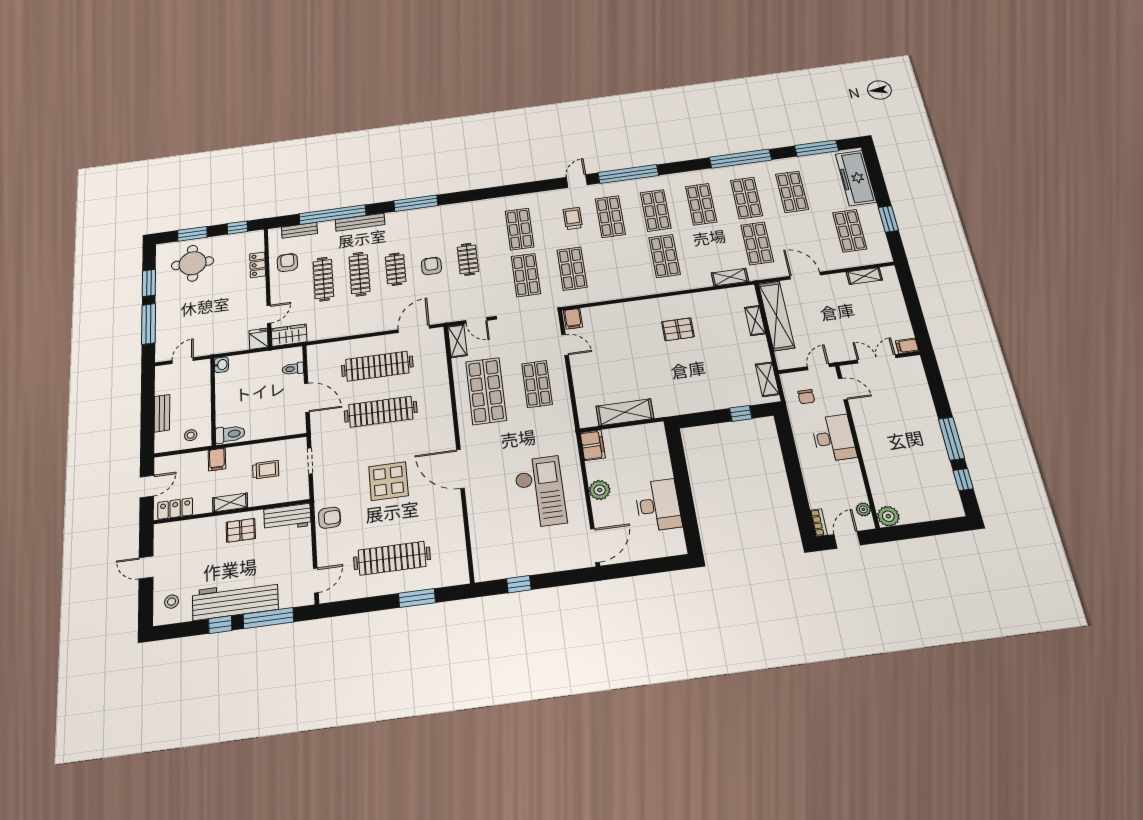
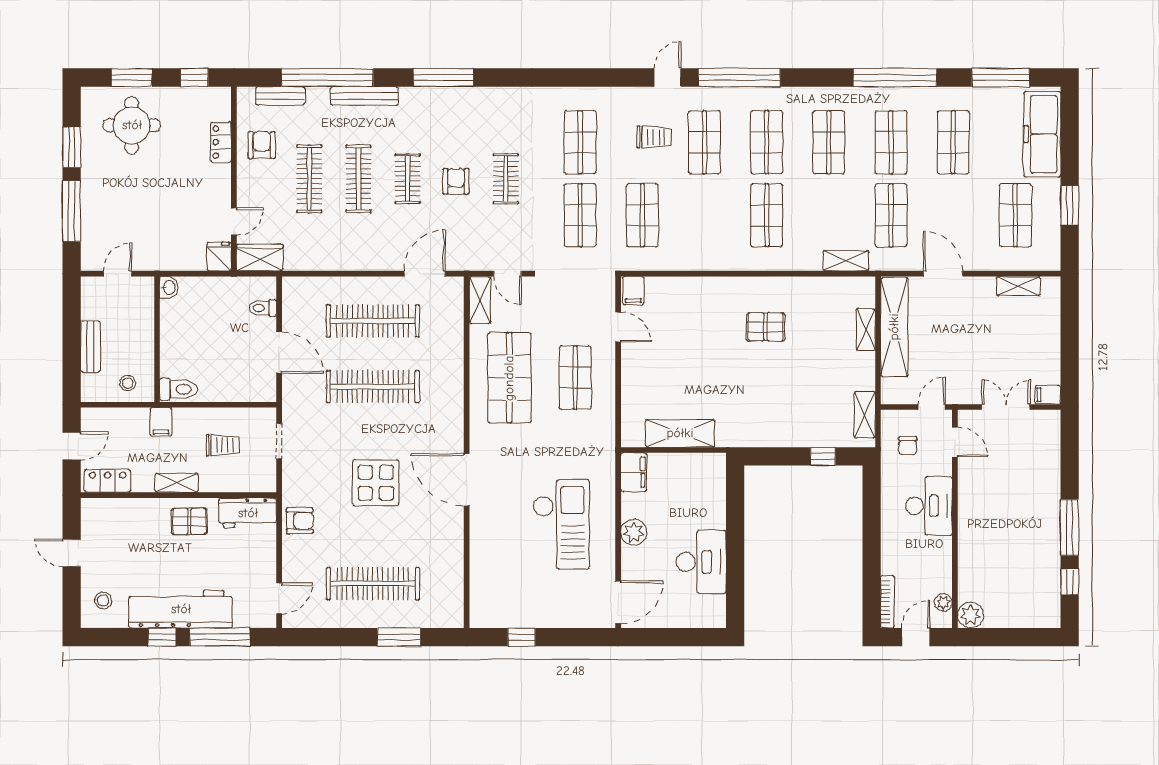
trolley: (573, 218) -> (654, 137), turned 90
bookcase: (819, 523) -> (887, 602), width x1.56

